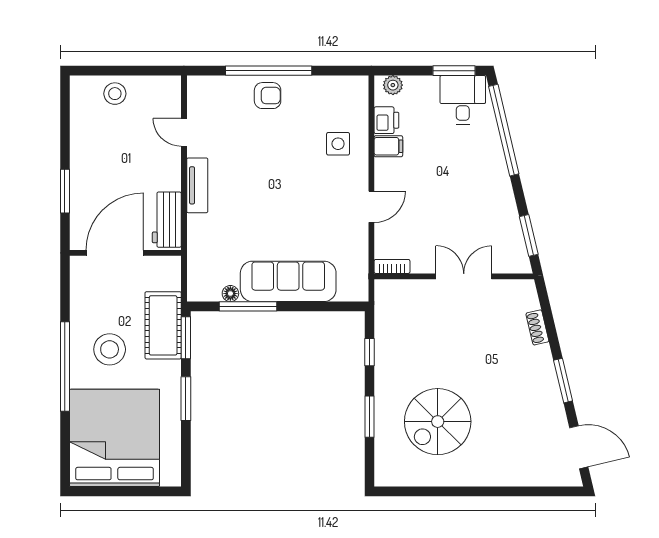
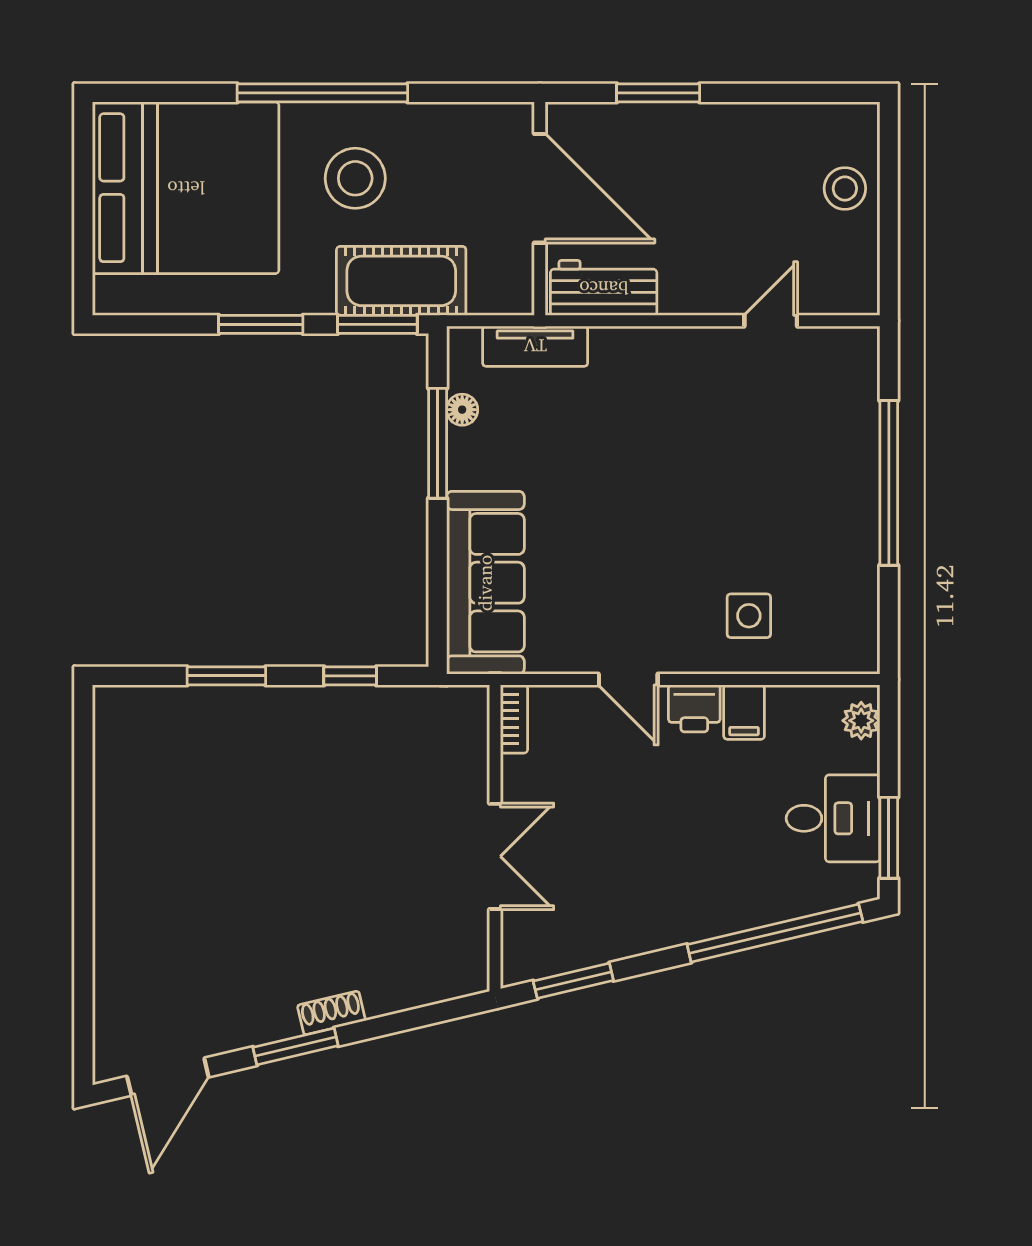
armchair: (268, 96) -> (841, 481), removed
desk: (463, 100) -> (833, 818), moved
printer: (386, 120) -> (694, 708), moved
tv unit: (197, 185) -> (535, 346), moved
sofa: (288, 281) -> (485, 583), moved
shoe rack: (537, 327) -> (331, 1013), moved
spiral stairs: (438, 422) -> (217, 806), removed

